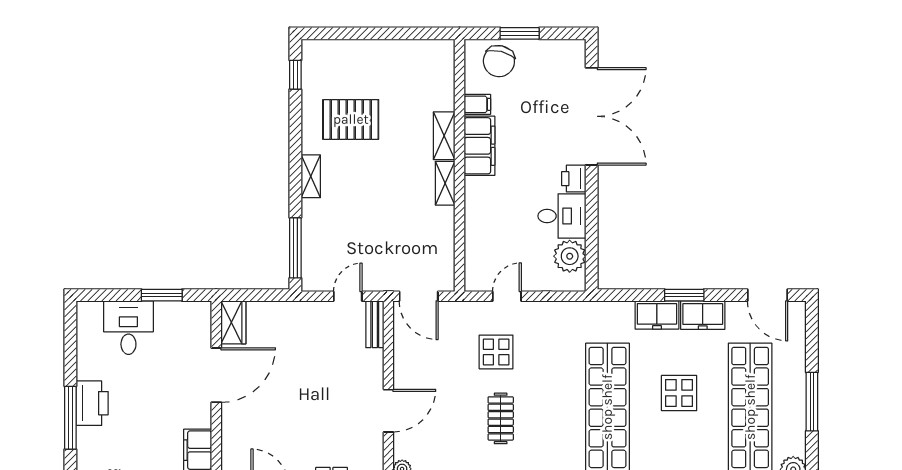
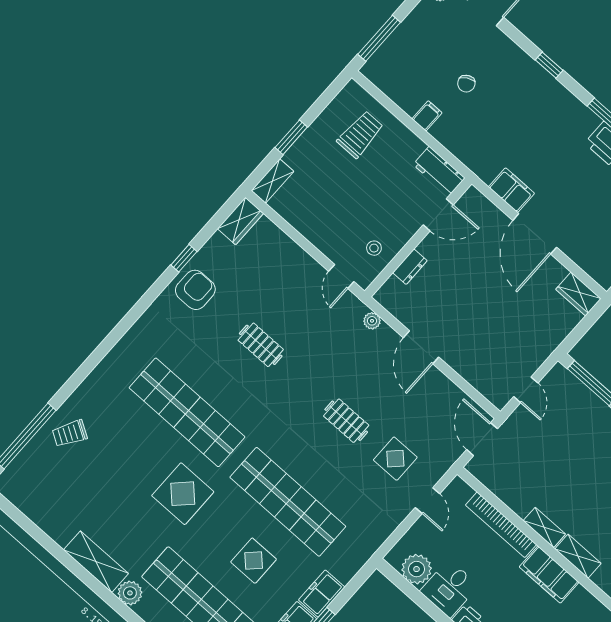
filing cabinet: (477, 104) -> (579, 599), removed
bookcase: (474, 220) -> (501, 525), added
door: (419, 296) -> (482, 439), hinge flipped
bench: (375, 324) -> (490, 391), removed
door: (216, 375) -> (535, 234), moved

